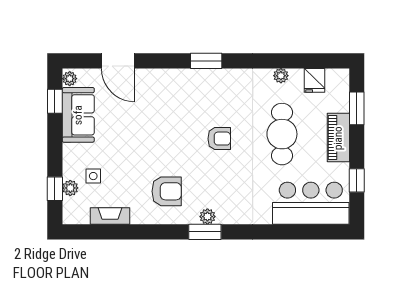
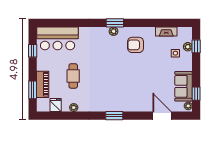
cafe table: (282, 134) -> (73, 76), width x0.73, depth x0.74
piano: (338, 138) -> (43, 84), moved
armchair: (219, 139) -> (107, 73), removed

